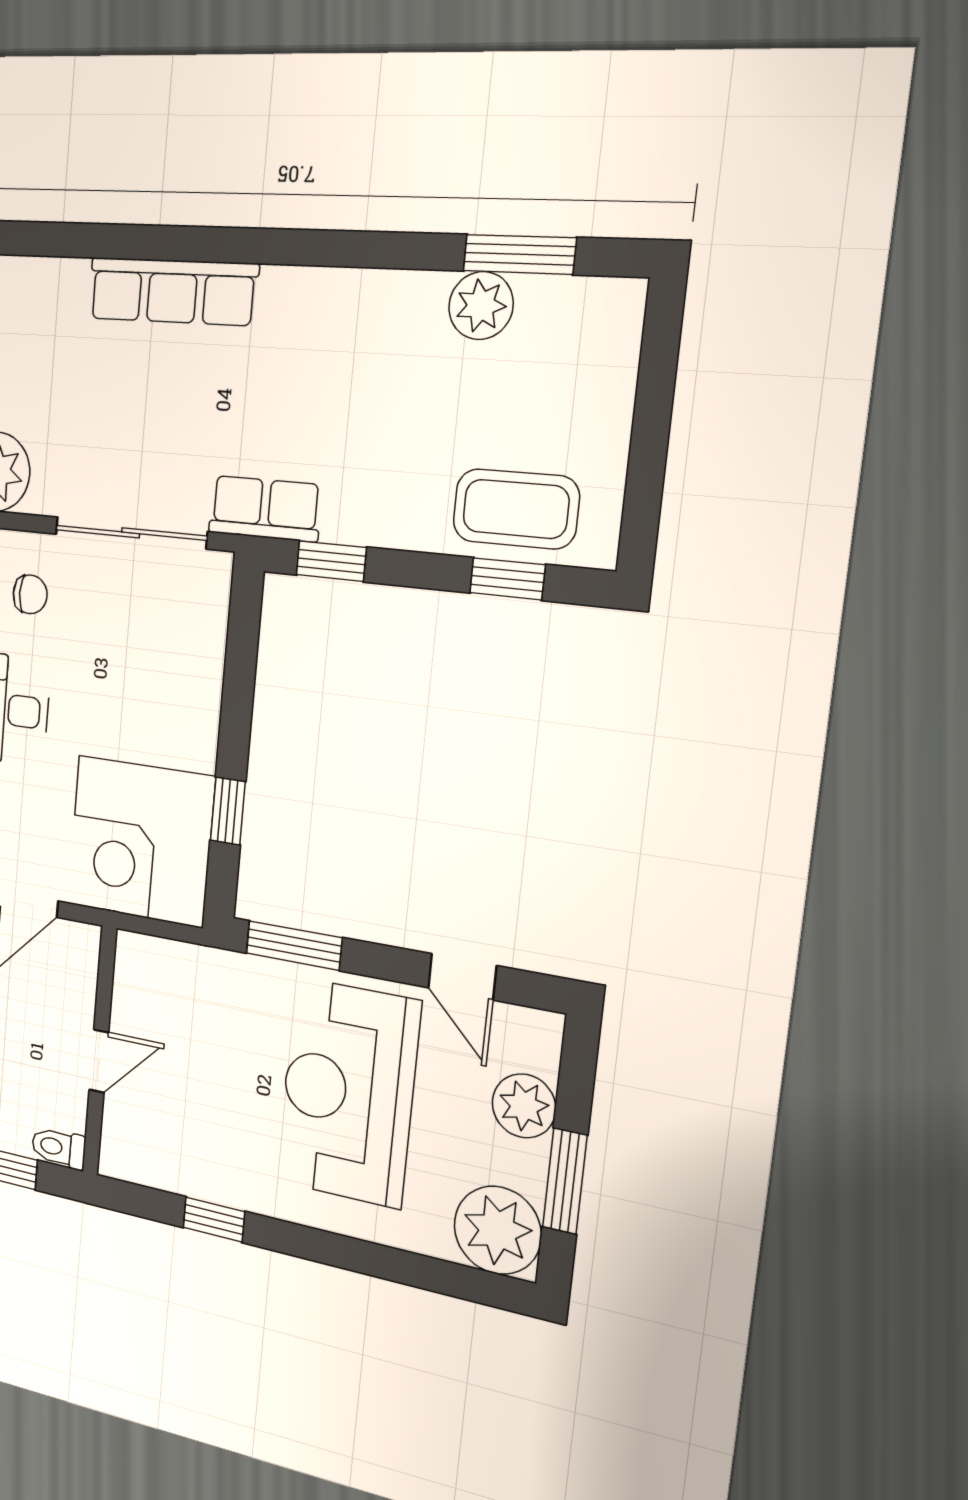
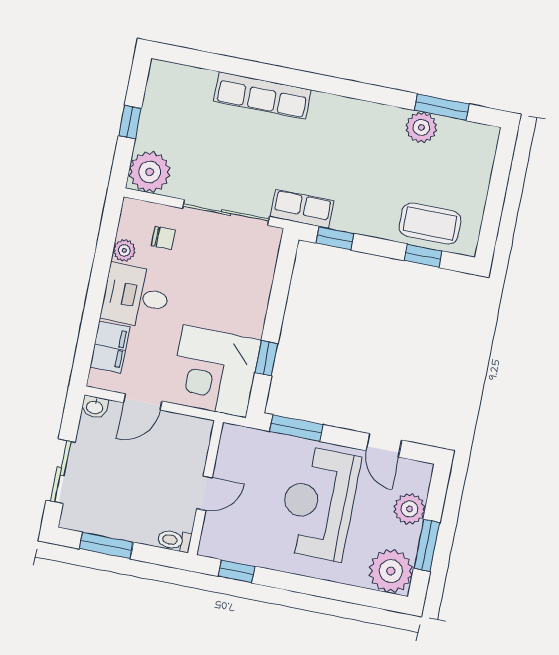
wall: (100, 1051) -> (206, 488), moved
door: (99, 1061) -> (204, 493), moved
toilet: (59, 1148) -> (174, 540), moved

